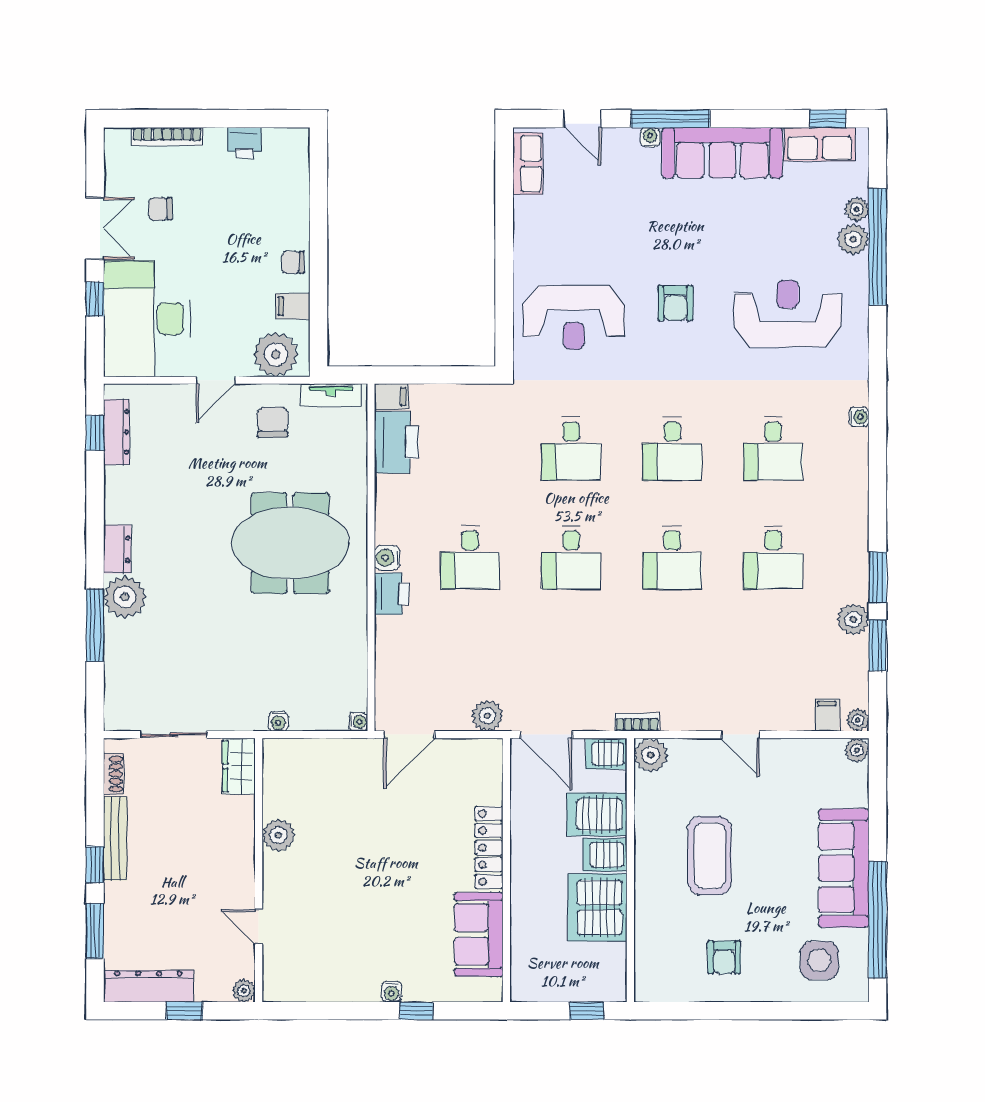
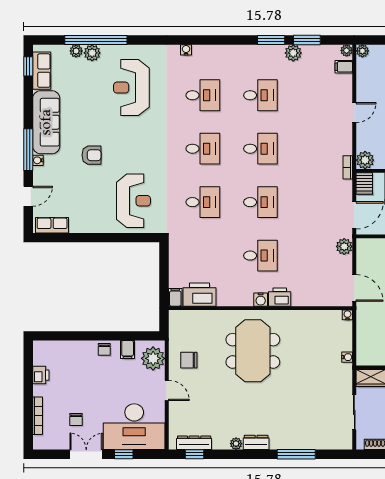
armchair: (675, 303) -> (92, 155), moved
tv unit: (331, 395) -> (175, 329), removed
plant: (125, 597) -> (236, 444), moved, width x0.53, depth x0.53

